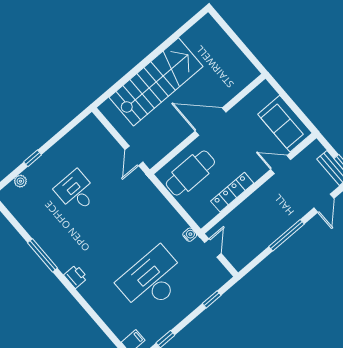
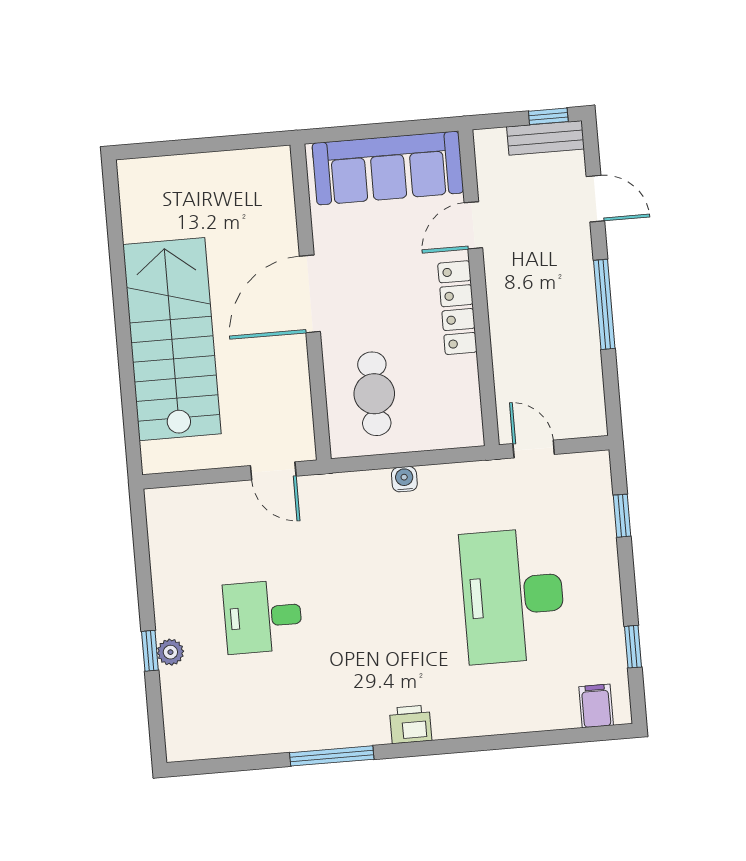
sofa: (285, 124) -> (388, 168), width x1.36
cafe table: (190, 173) -> (374, 394), width x0.73, depth x0.74
plant: (20, 181) -> (170, 652), moved
locker: (232, 192) -> (457, 308), moved
water cooler: (190, 235) -> (404, 479), moved

